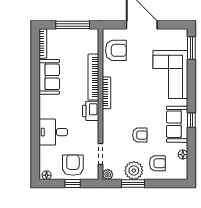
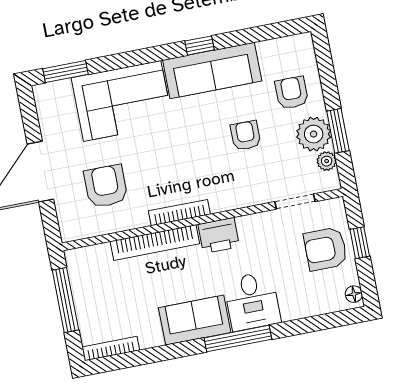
armchair: (116, 50) -> (106, 186), moved
sofa: (49, 77) -> (195, 320), moved
window: (35, 110) -> (238, 339), added
sofa: (177, 124) -> (212, 70), width x1.36
desk: (53, 132) -> (252, 301), moved
floor lamp: (183, 155) -> (266, 49), removed
plant: (108, 175) -> (327, 161), moved

